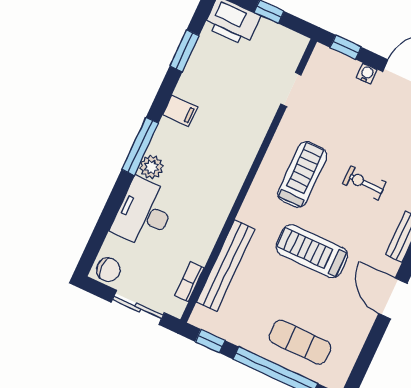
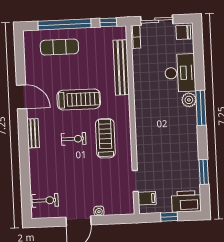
window: (346, 47) -> (118, 219), removed
filing cabinet: (180, 111) -> (147, 198), moved, turned 180
treadmill: (302, 174) -> (105, 138), turned 180
exercise bike: (364, 183) -> (74, 139), moved
bookcase: (190, 282) -> (136, 37), moved

